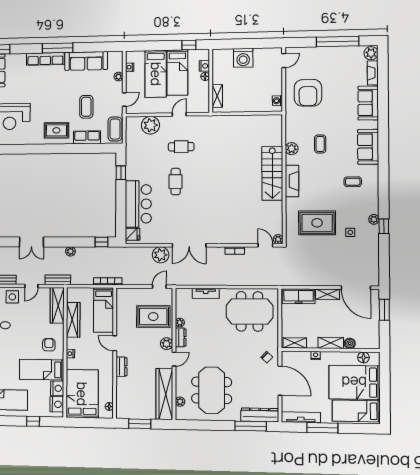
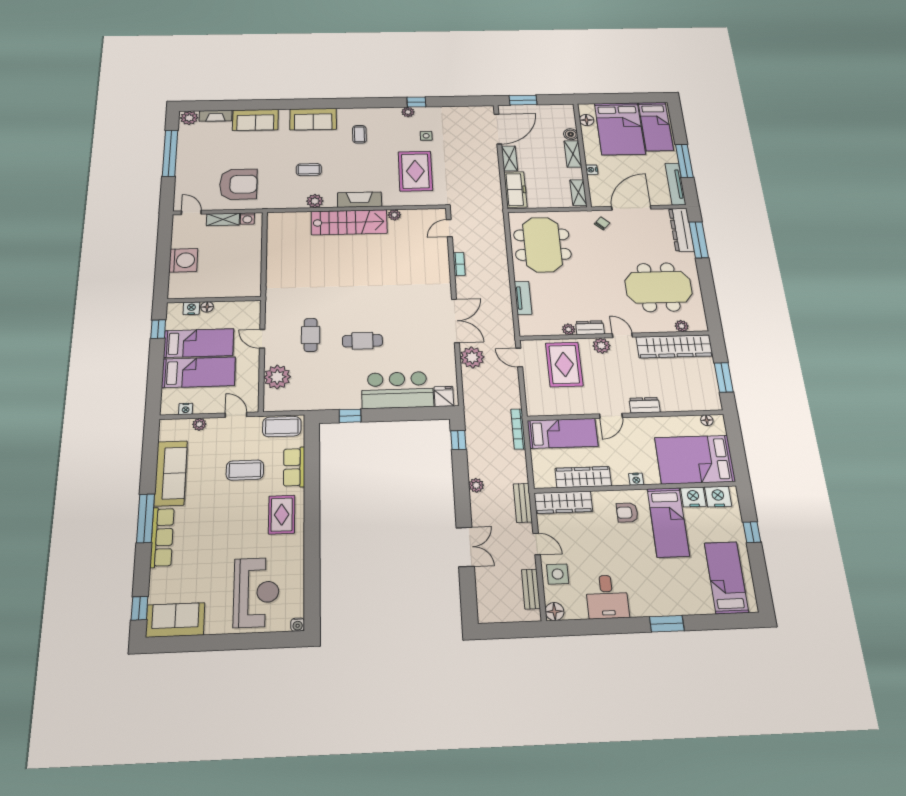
shelving: (217, 96) -> (223, 219), moved
plant: (278, 239) -> (394, 215), moved

